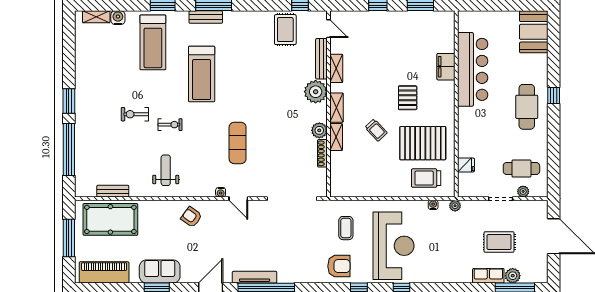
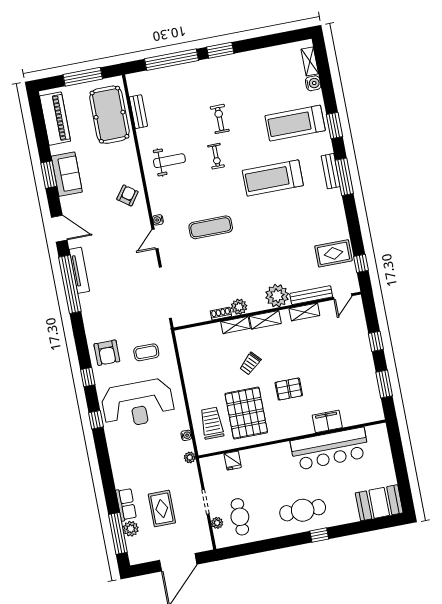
shoe rack: (322, 153) -> (221, 314), width x0.70

